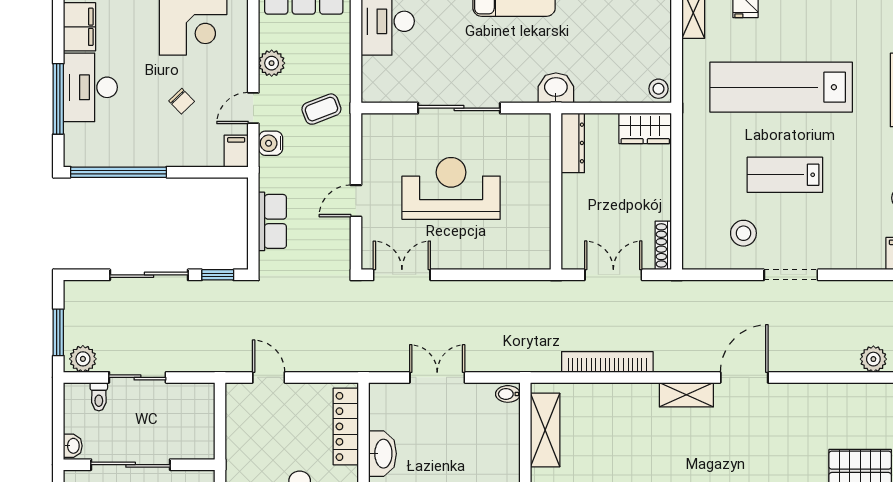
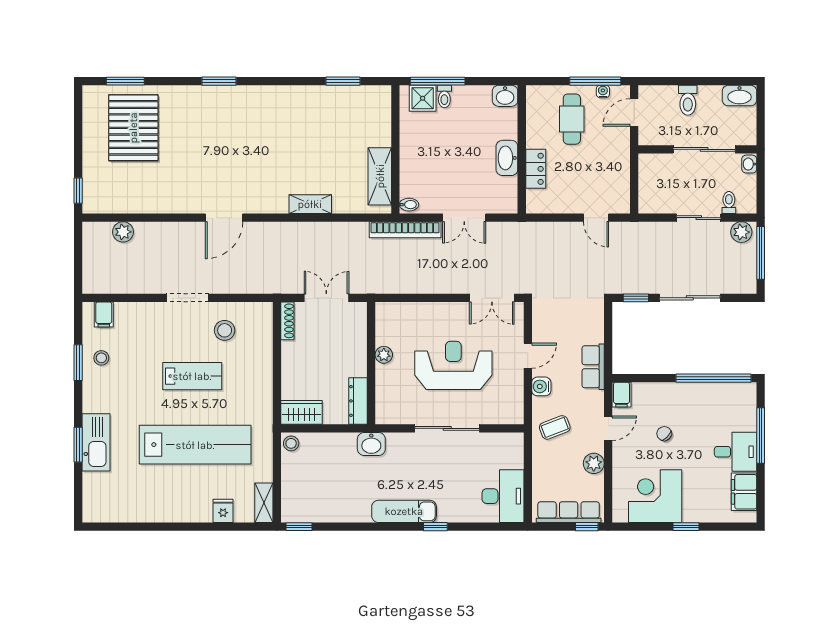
desk: (90, 87) -> (736, 452), width x0.73
water cooler: (271, 143) -> (541, 386), moved, turned 180
reception desk: (451, 188) -> (453, 365), turned 180
plant: (540, 202) -> (384, 355), added
row of seats: (272, 221) -> (593, 367), moved
double door: (613, 275) -> (326, 298), swing flipped
window: (58, 332) -> (761, 253), width x1.44
bookcase: (607, 362) -> (405, 230), moved
shelving: (686, 395) -> (310, 204), moved
locker: (346, 426) -> (536, 169), width x0.66

